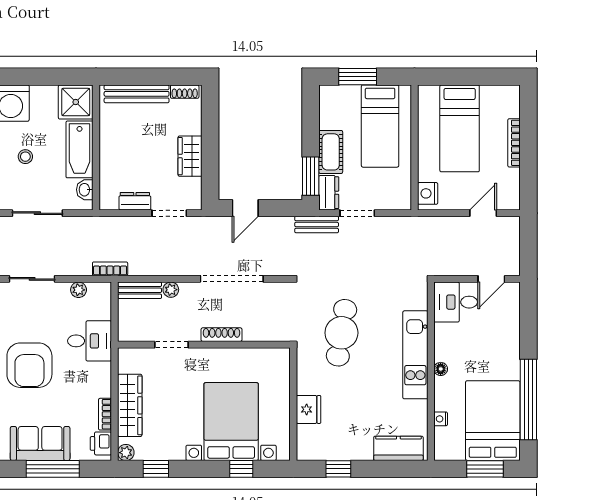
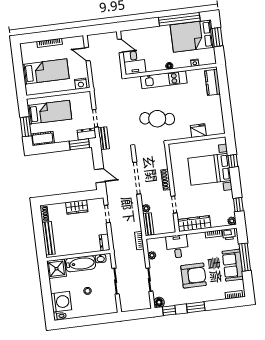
cot: (331, 152) -> (43, 139), moved
dresser: (135, 201) -> (105, 242), moved
wardrobe: (130, 405) -> (194, 224), moved
window: (338, 469) -> (227, 112), removed

